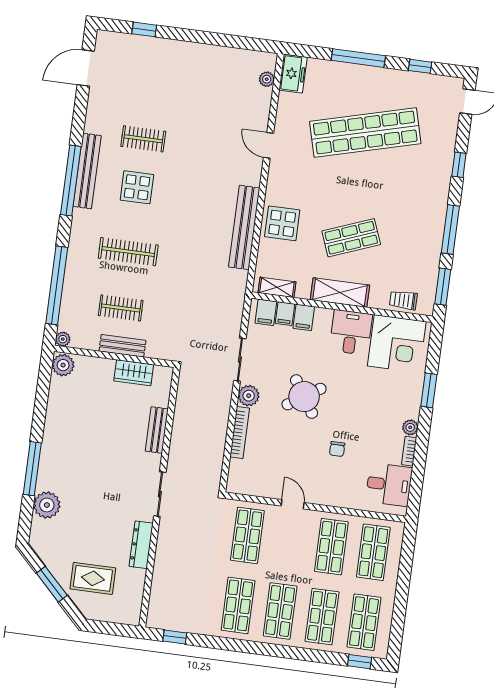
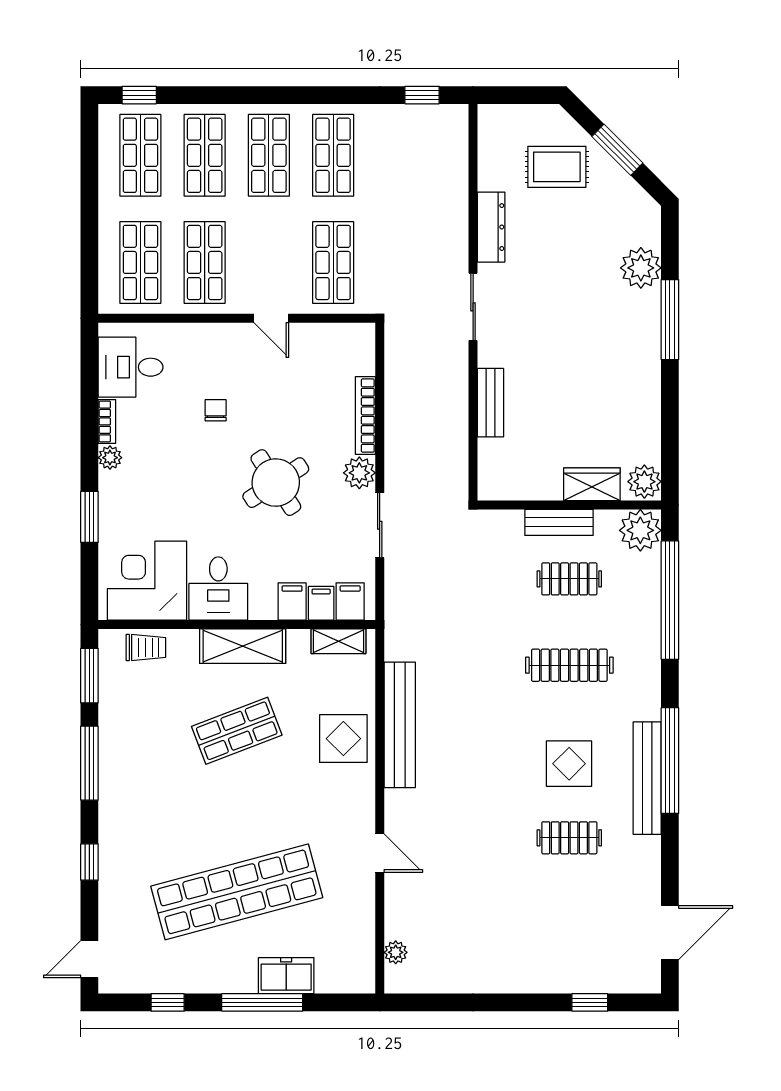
freezer: (293, 74) -> (286, 976), moved, turned 90
plant: (63, 339) -> (640, 530), width x1.87, depth x1.87
wardrobe: (134, 373) -> (592, 484), moved

